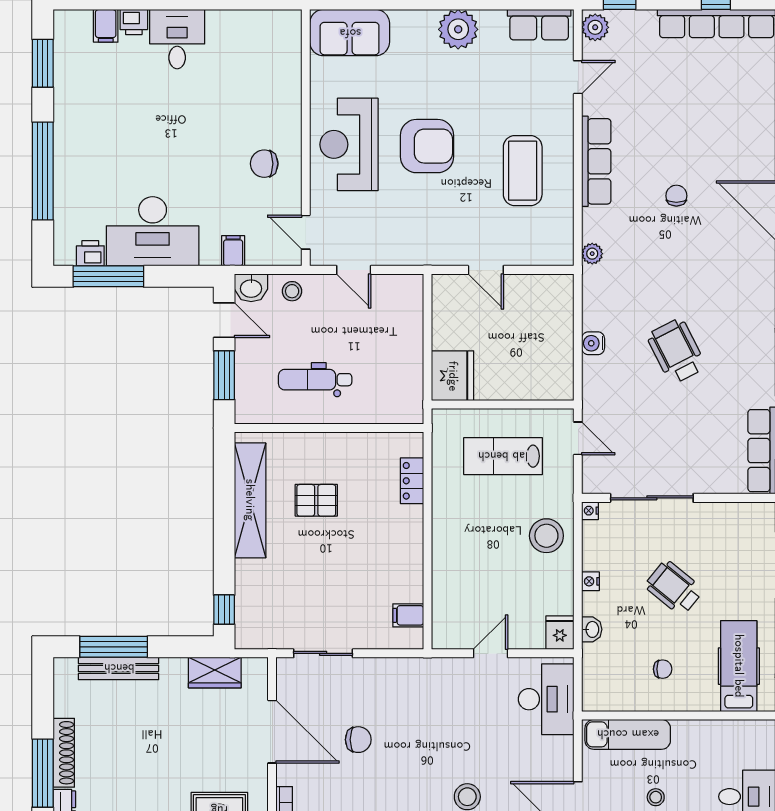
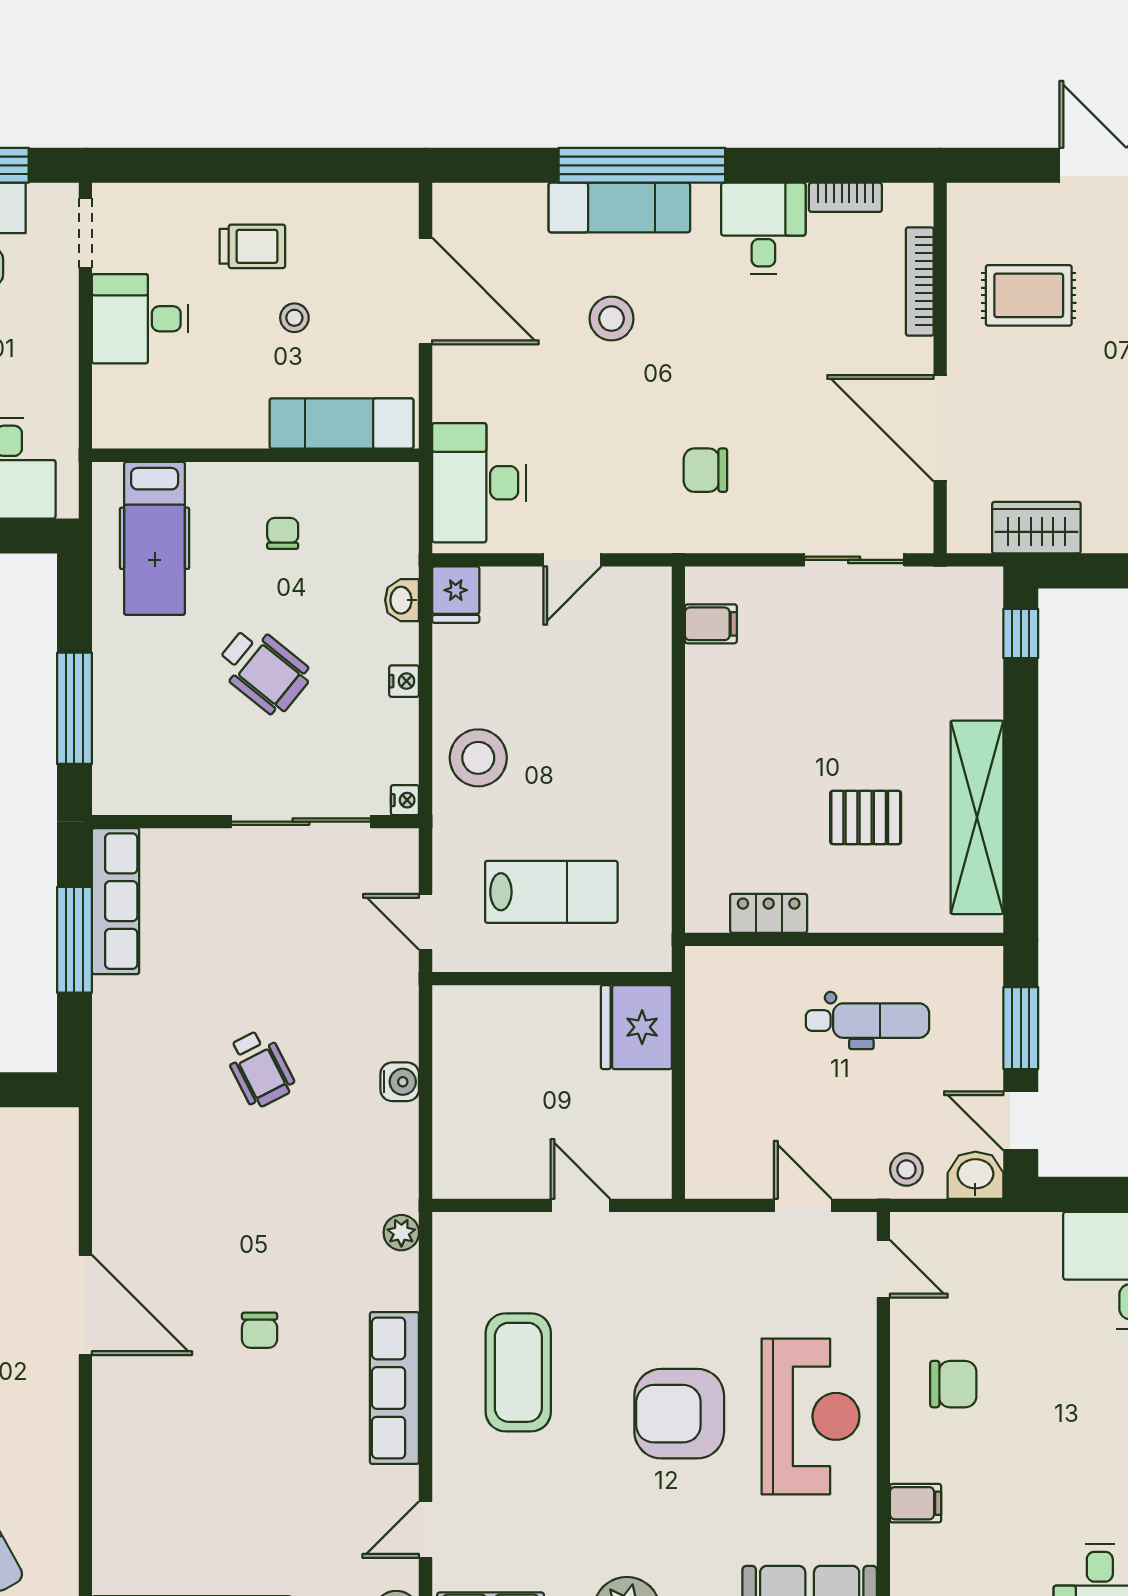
filing cabinet: (233, 251) -> (916, 1503), moved, turned -90
wheelchair: (676, 351) -> (260, 1069), width x0.73, depth x0.73
locker: (412, 481) -> (769, 913), moved, turned -90
chair: (663, 669) -> (283, 533), turned 90
chair: (358, 740) -> (705, 470), moved

